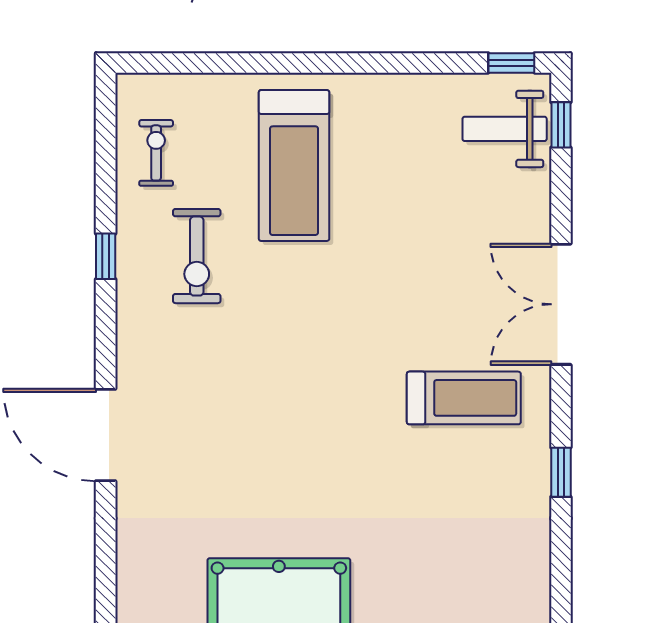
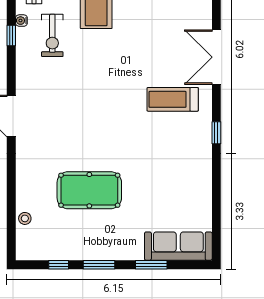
water cooler: (128, 223) -> (21, 21), added
treadmill: (464, 398) -> (173, 99), turned 180

